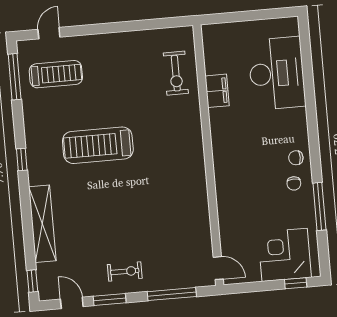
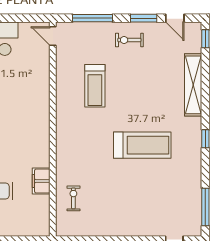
exercise bike: (176, 73) -> (73, 198), width x0.73, depth x0.72
treadmill: (56, 74) -> (95, 86), moved, turned -90

